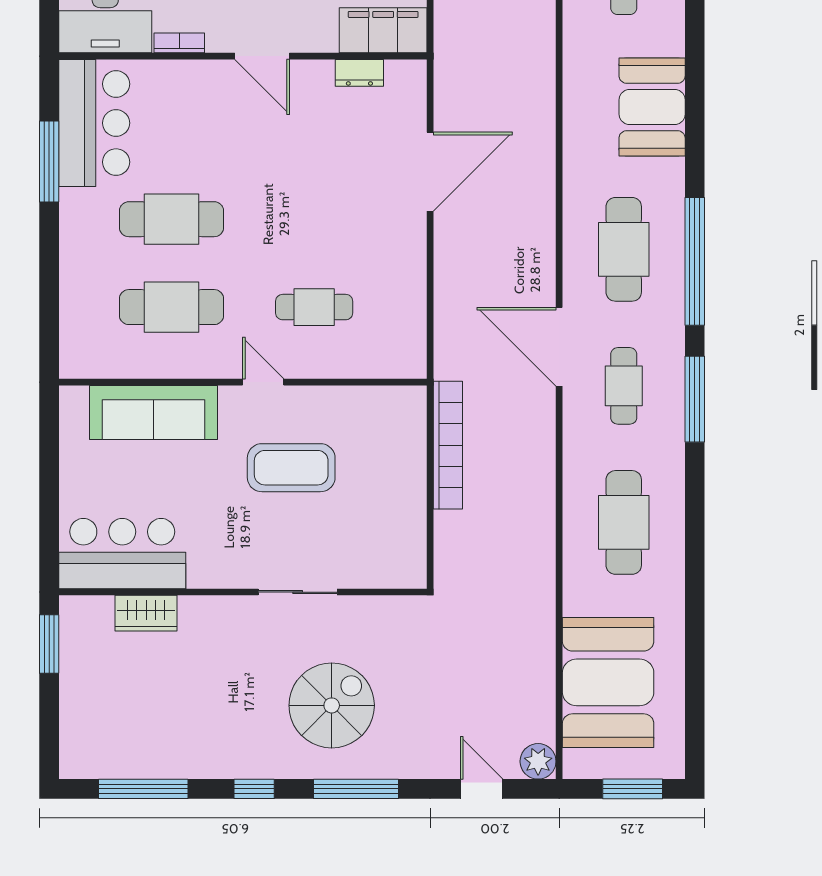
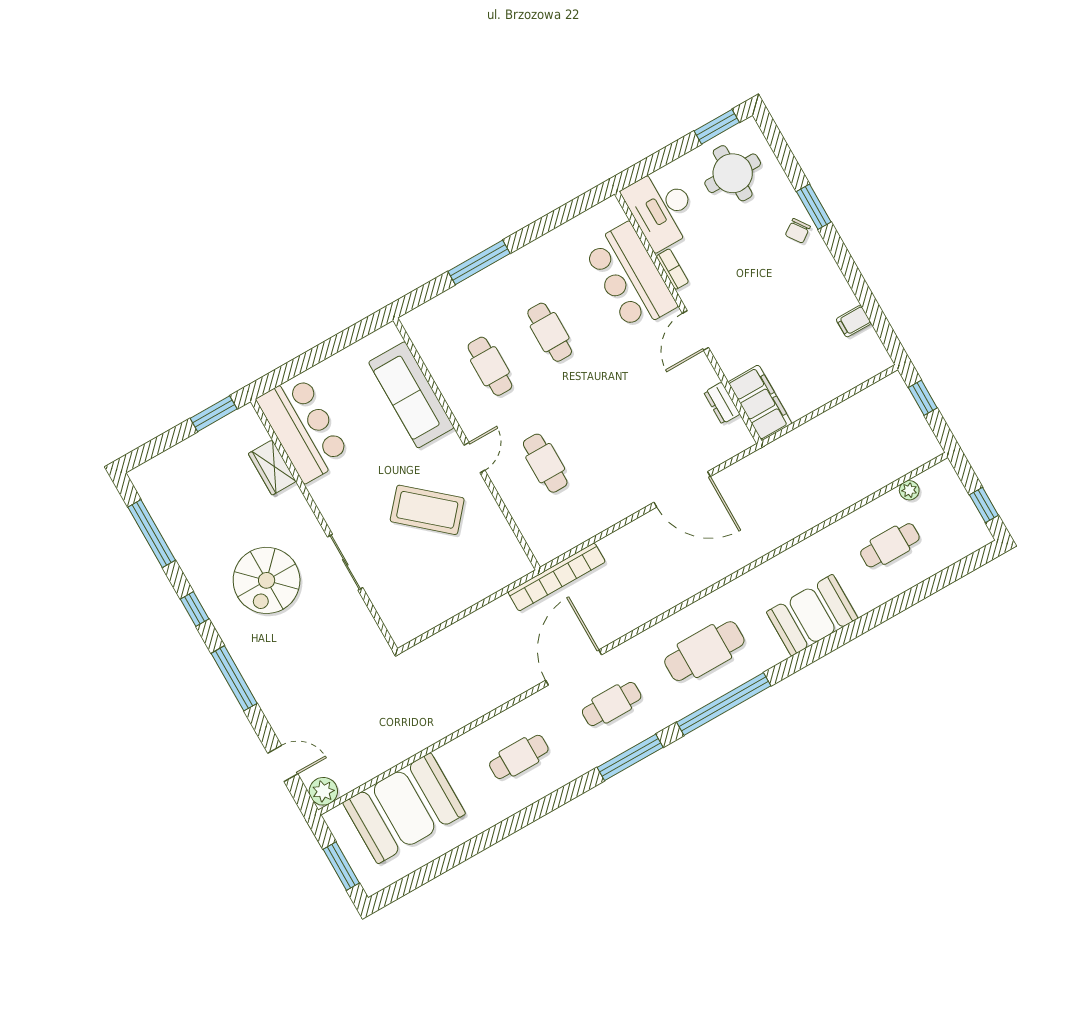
bar counter: (94, 123) -> (630, 277), moved, turned 90
window: (49, 161) -> (479, 262), moved
cafe table: (172, 219) -> (550, 332), width x0.73, depth x0.74
cafe table: (172, 307) -> (490, 366), width x0.73, depth x0.74
door: (559, 347) -> (574, 668), moved
bookcase: (448, 445) -> (557, 577), moved
coffee table: (291, 468) -> (427, 510), turned -49
cafe table: (624, 522) -> (519, 757), width x0.73, depth x0.74
spiral stairs: (332, 705) -> (267, 580), moved, turned 90
door: (482, 789) -> (283, 764), hinge flipped

